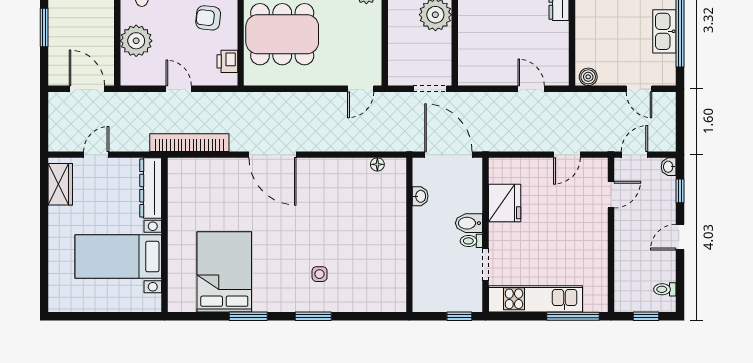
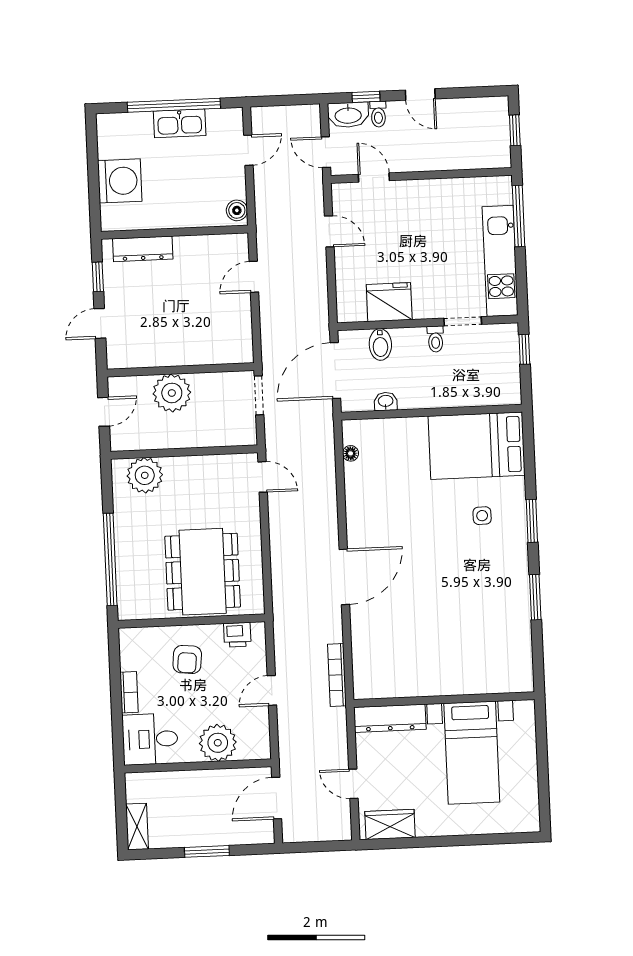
bookcase: (189, 143) -> (337, 675), width x0.68, depth x0.76
washbasin: (669, 167) -> (348, 115), width x1.91, depth x1.45
bidet: (469, 223) -> (380, 344), moved
bed: (224, 272) -> (477, 446), moved
toilet: (665, 289) -> (378, 114), moved

